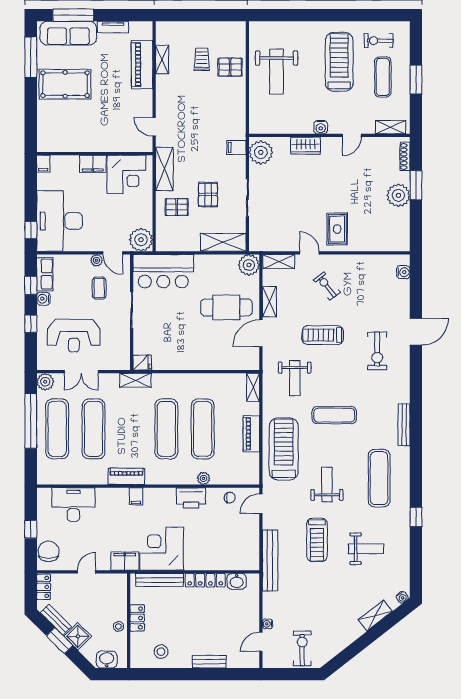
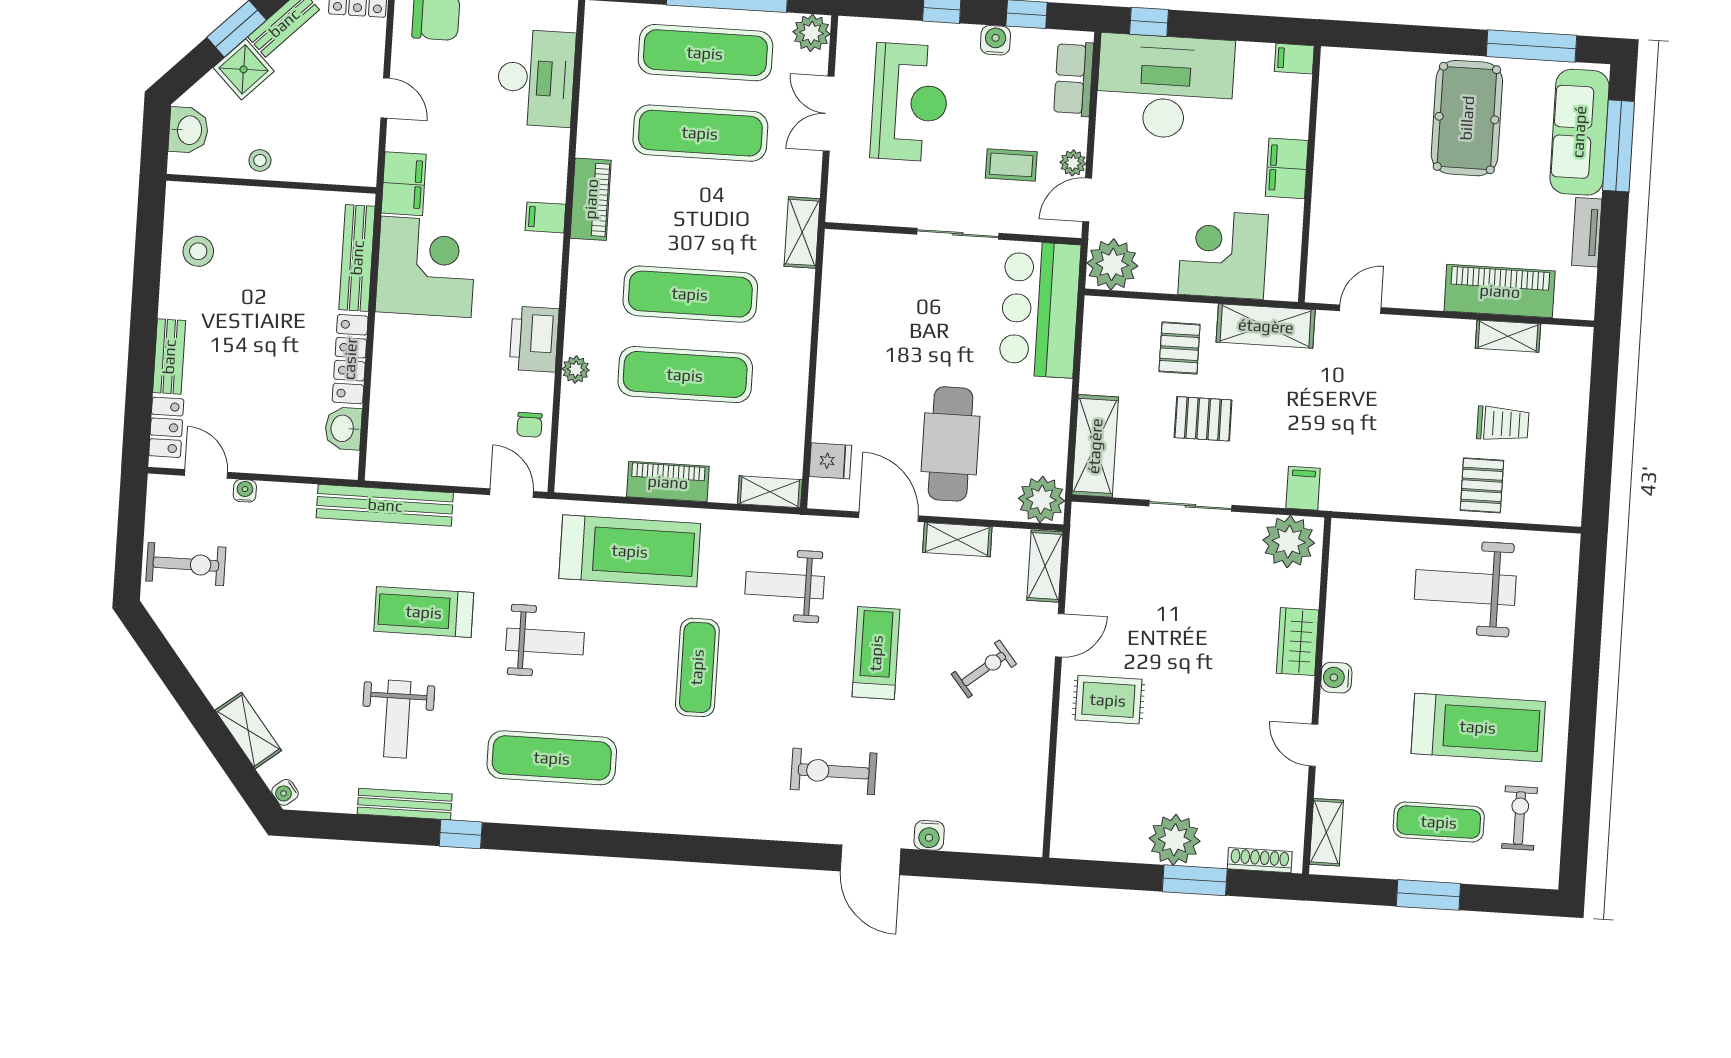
corner desk: (126, 174) -> (1223, 254), moved, turned 90
water cooler: (403, 272) -> (929, 835), moved
row of seats: (45, 274) -> (1074, 79), moved, turned 90
reception desk: (74, 336) -> (910, 102), turned 180
fridge: (142, 363) -> (830, 461), moved, turned -90
bench: (404, 425) -> (405, 804), moved
locker: (137, 618) -> (166, 427), moved, turned -90

